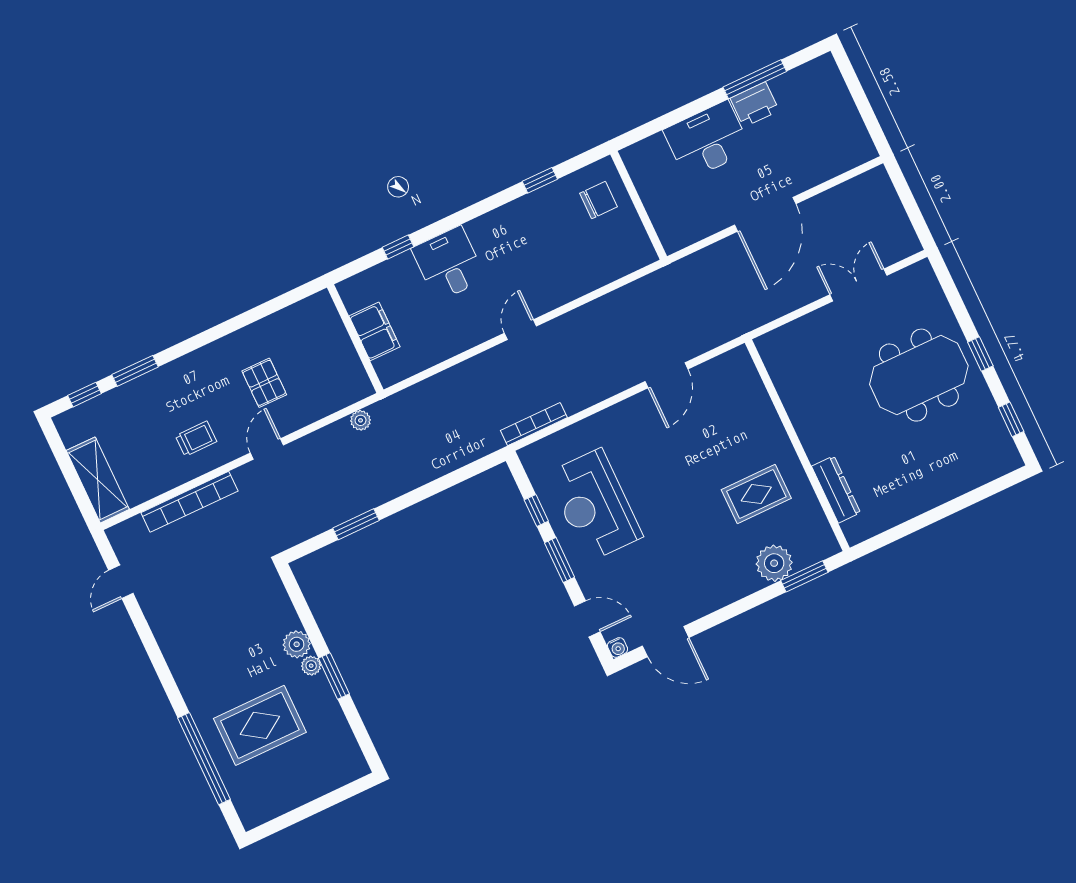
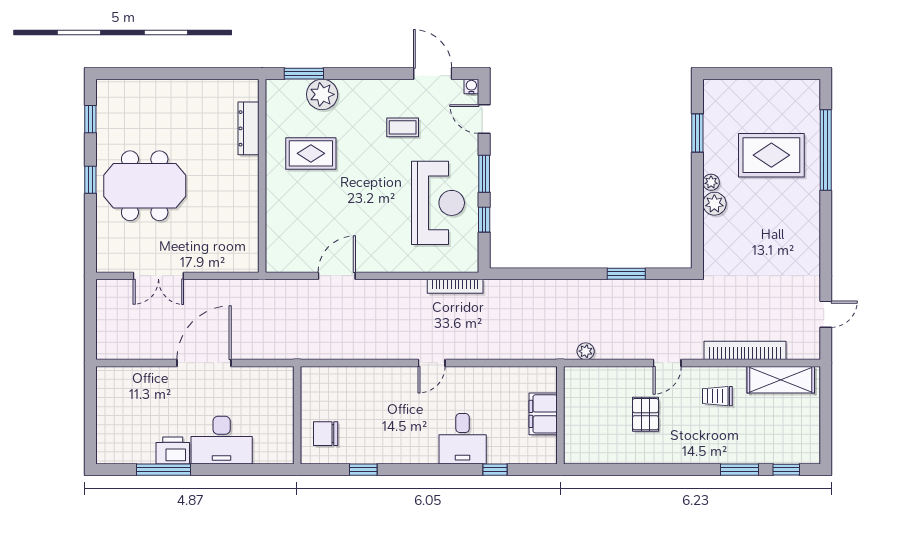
shelving: (98, 480) -> (781, 380), moved, turned 90
coffee table: (671, 568) -> (403, 127), added
window: (334, 676) -> (697, 133), moved

